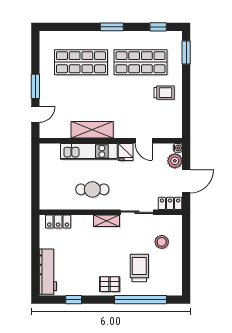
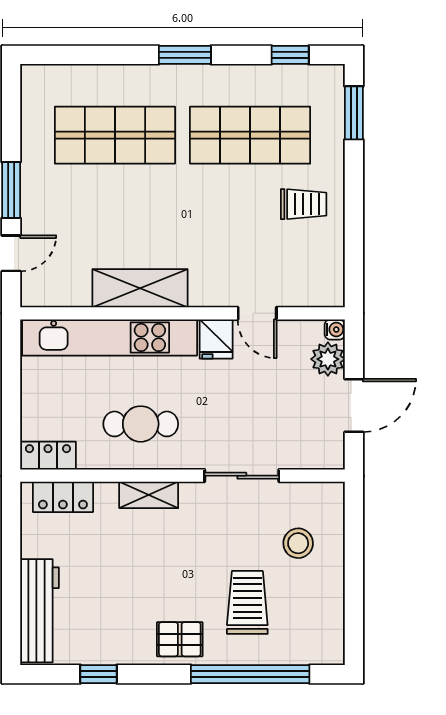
kitchen unit: (89, 151) -> (110, 337), width x1.36
locker: (170, 203) -> (48, 456), moved
shelving: (107, 221) -> (149, 495), moved

